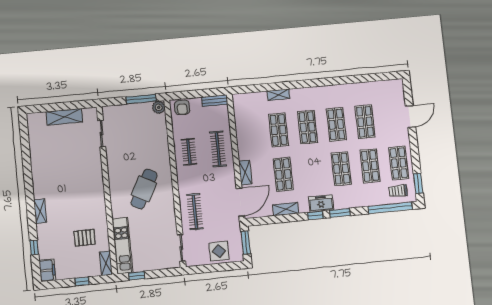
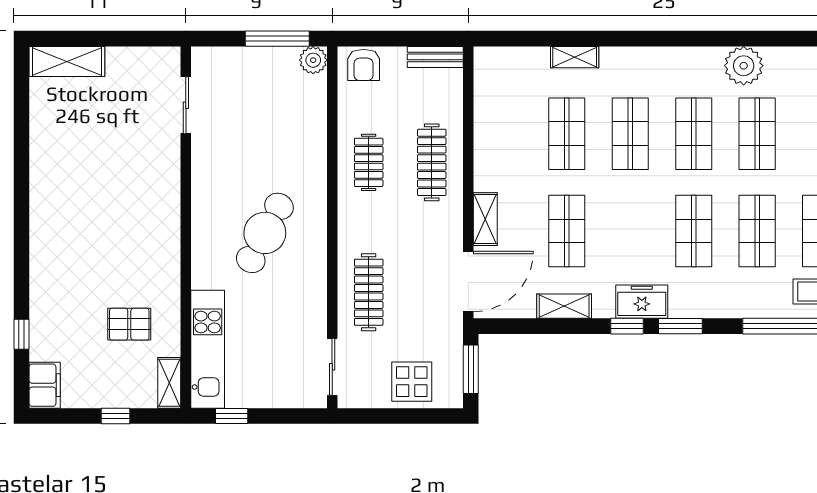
plant: (355, 91) -> (744, 66), added
shelving: (64, 117) -> (67, 61), moved
shelving: (40, 211) -> (41, 258), removed

